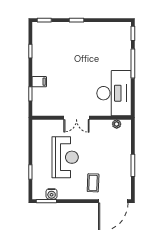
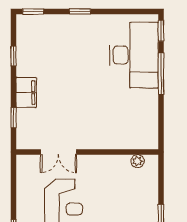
filing cabinet: (39, 82) -> (26, 93), width x2.00
desk: (114, 93) -> (134, 55), moved
double door: (76, 118) -> (58, 152), moved

